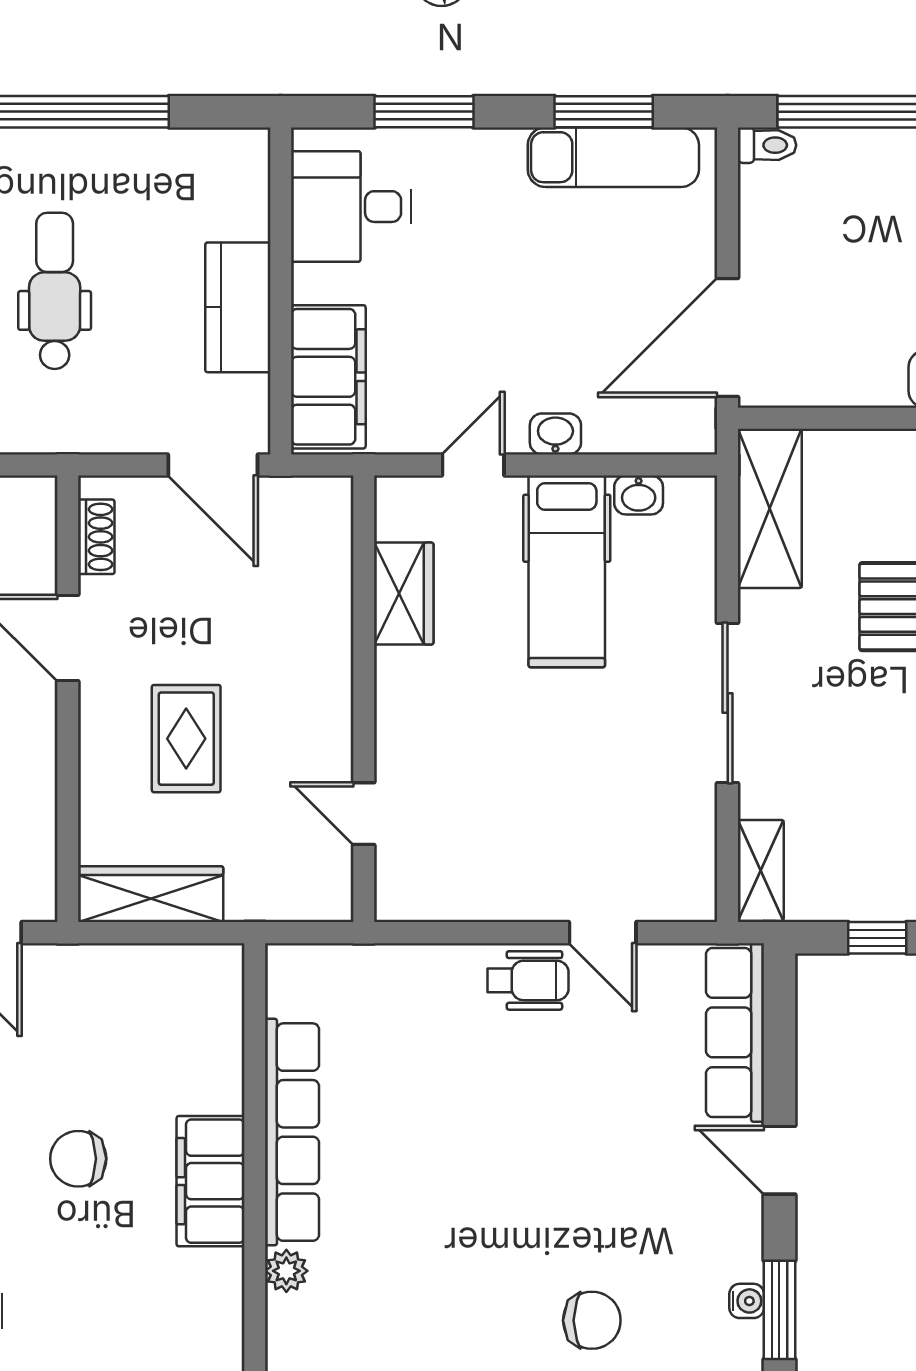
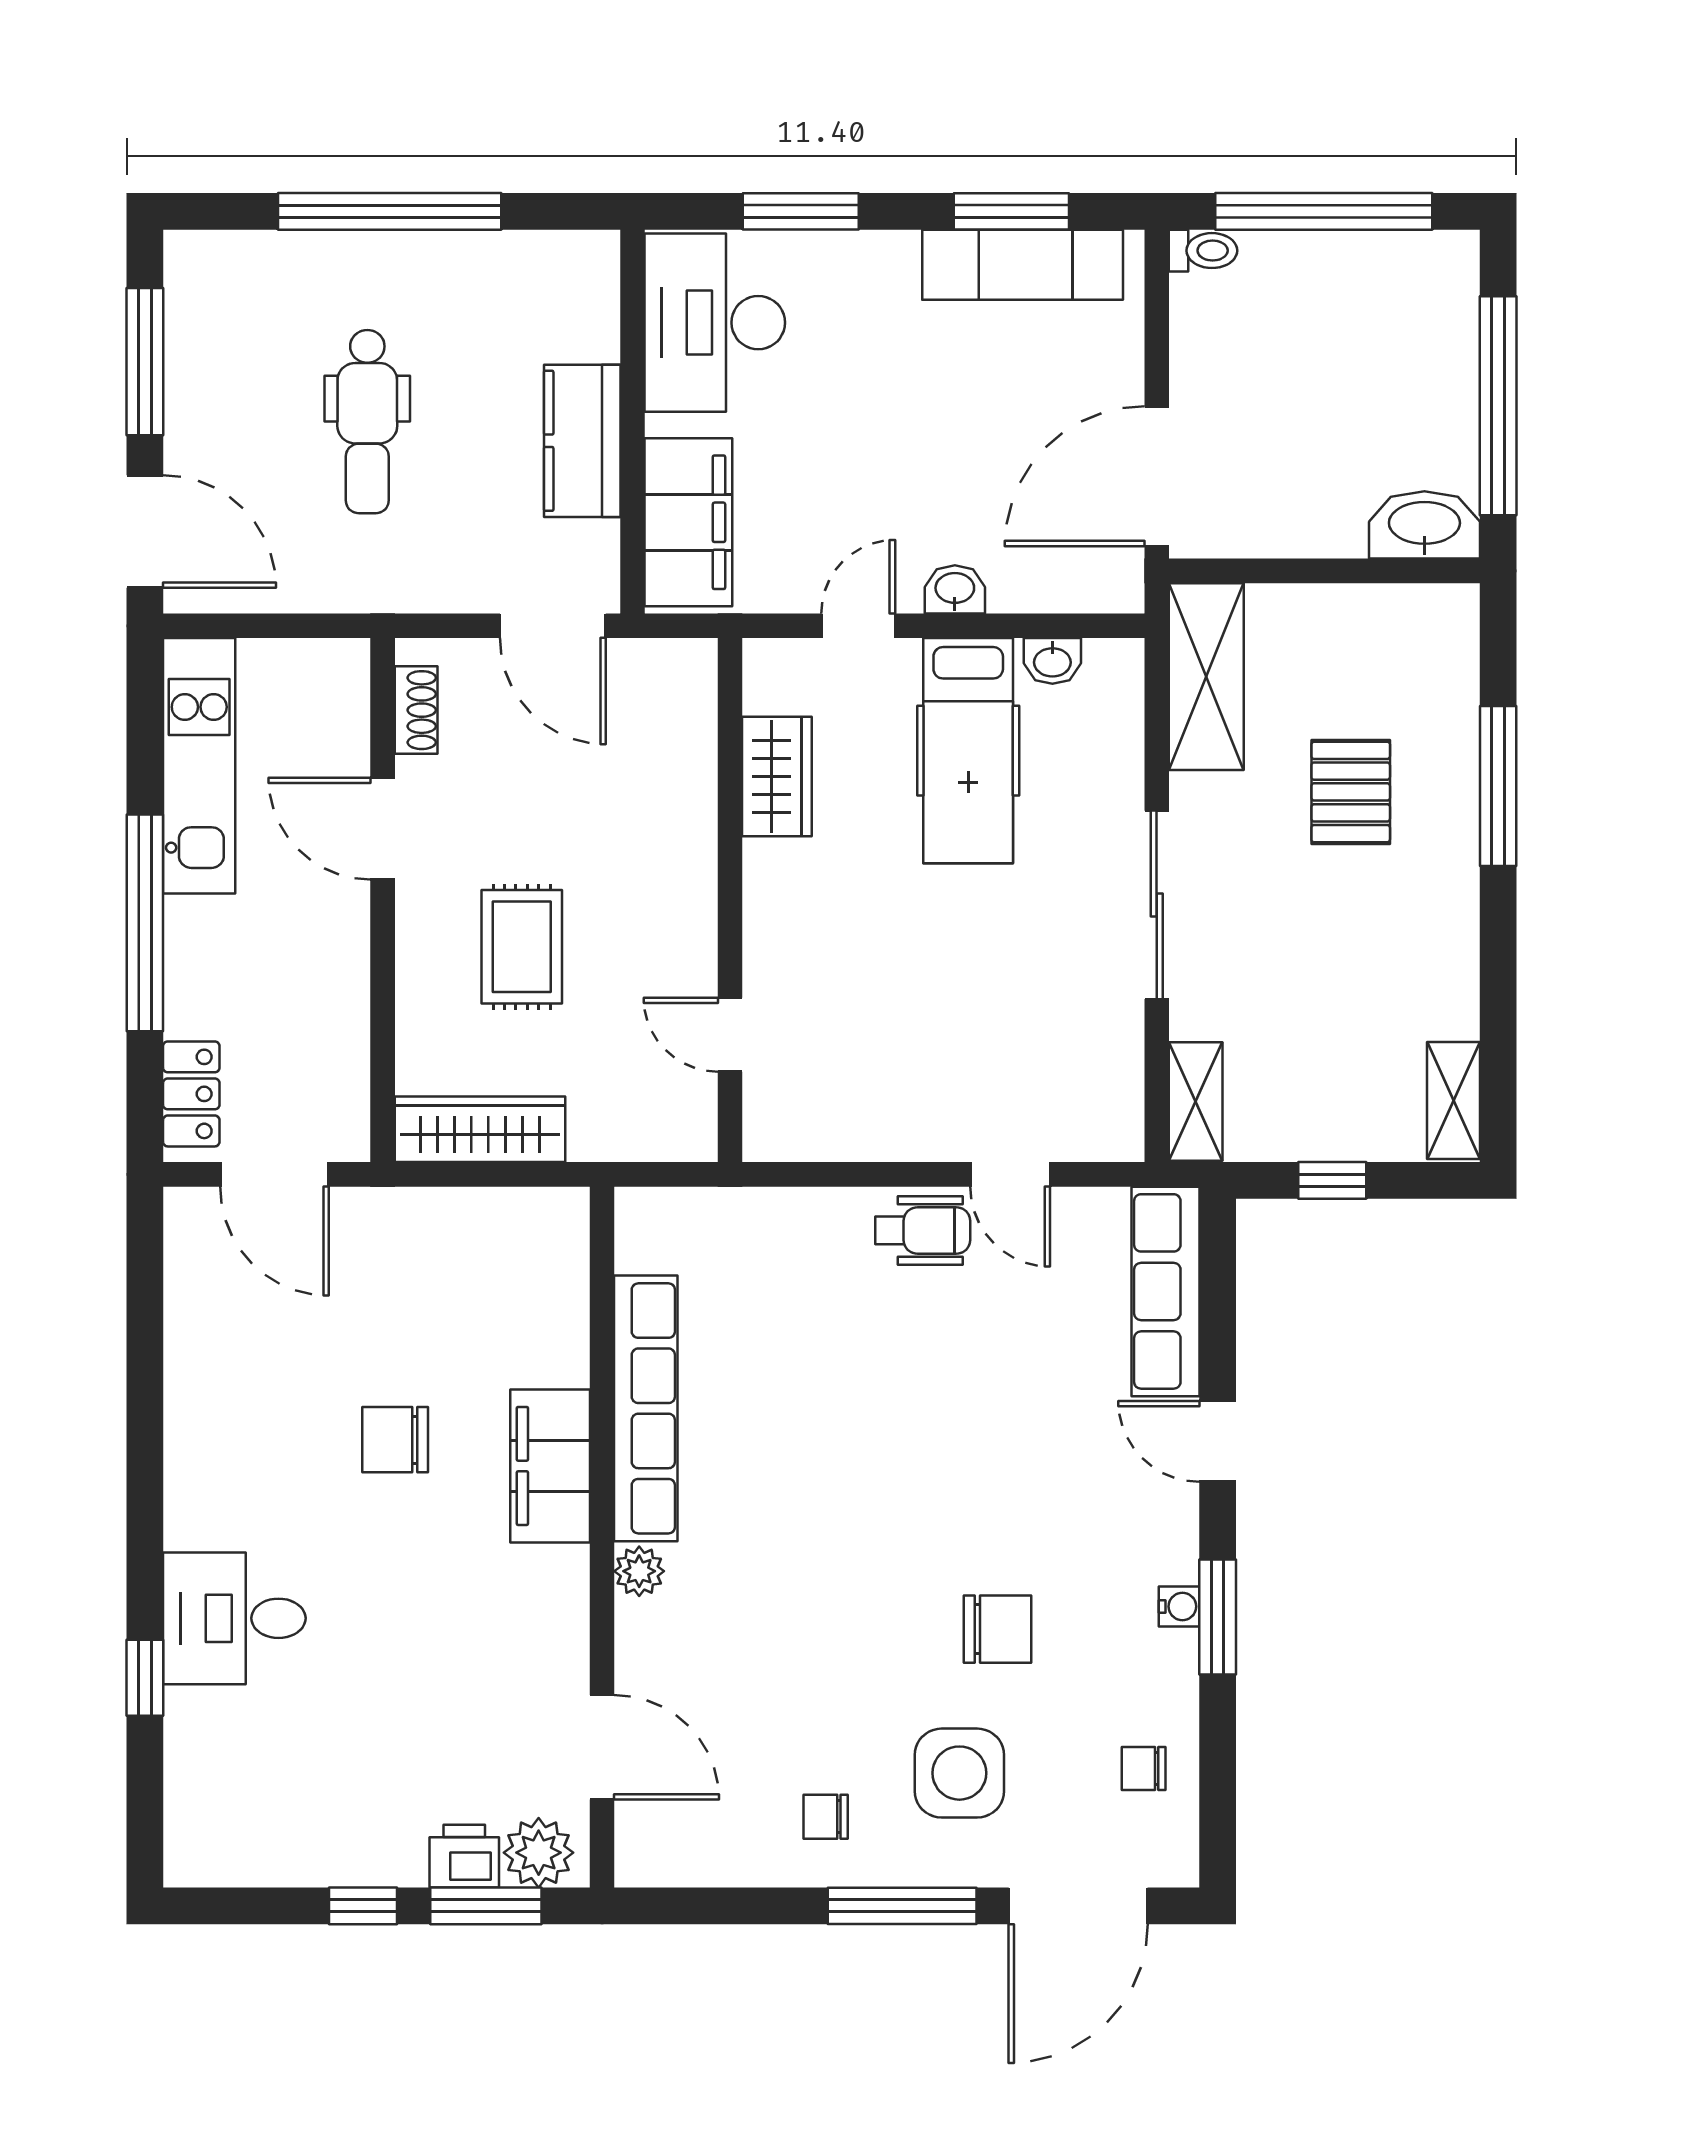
desk: (351, 207) -> (715, 323), width x1.37
dental chair: (55, 291) -> (367, 422), turned 180

